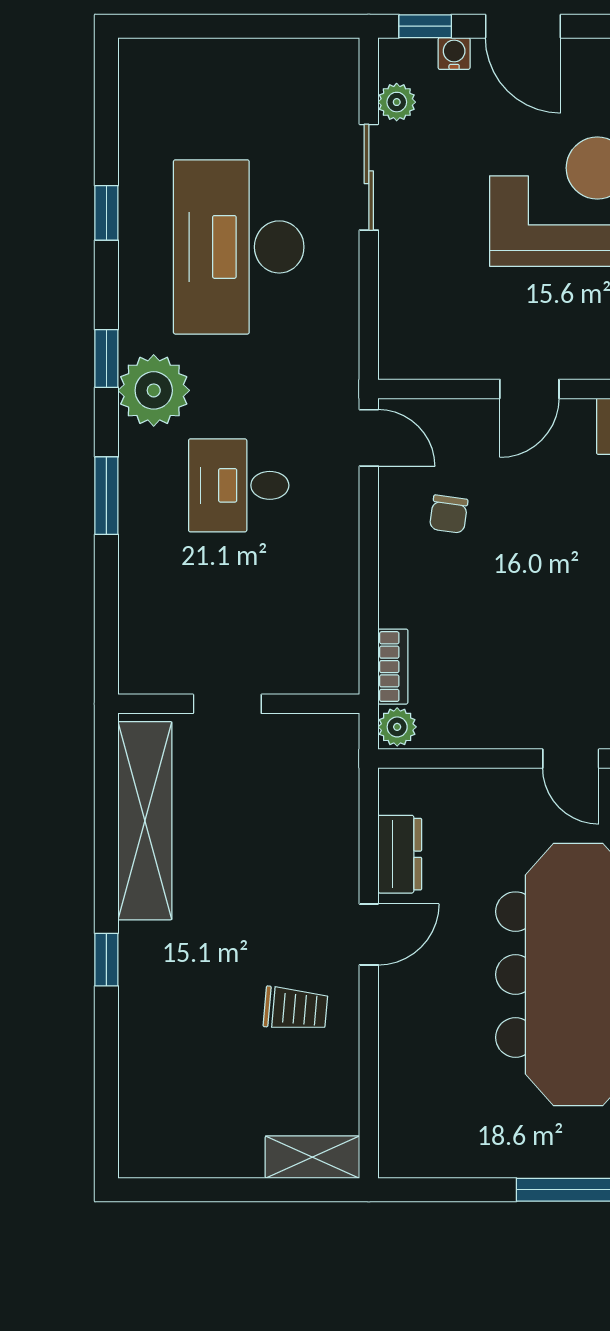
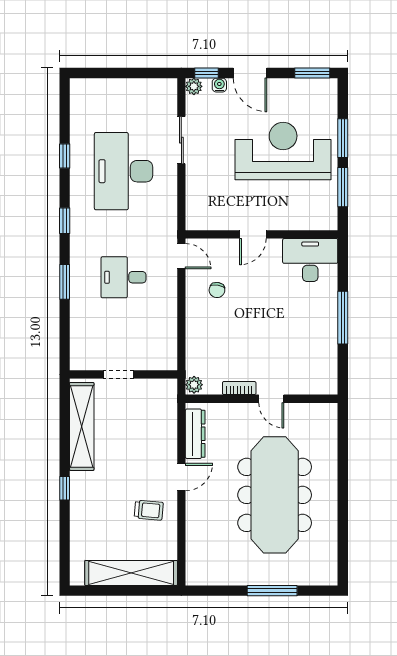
plant: (397, 102) -> (194, 86), moved
plant: (154, 390) -> (86, 235), removed
bookcase: (393, 667) -> (239, 388), moved, turned -90
dresser: (400, 854) -> (195, 434), width x1.44
shelving: (312, 1157) -> (131, 573), width x2.20, depth x1.33

